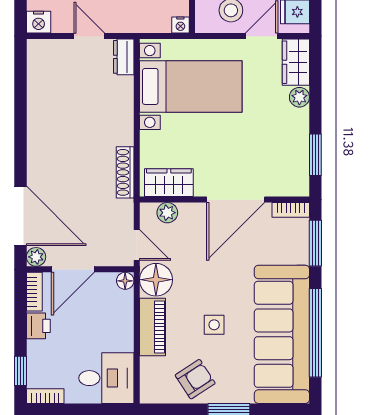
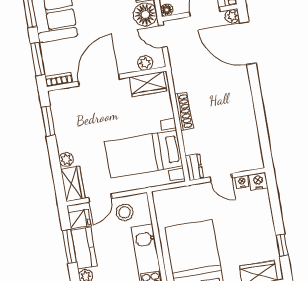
nightstand: (180, 25) -> (242, 182), moved
shoe rack: (125, 172) -> (184, 111), moved

